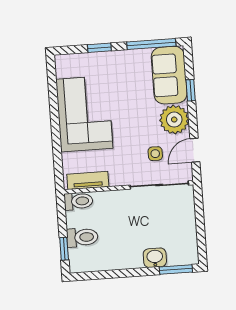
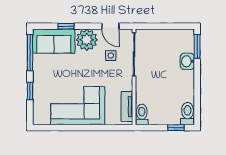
toilet: (82, 237) -> (188, 114), moved

